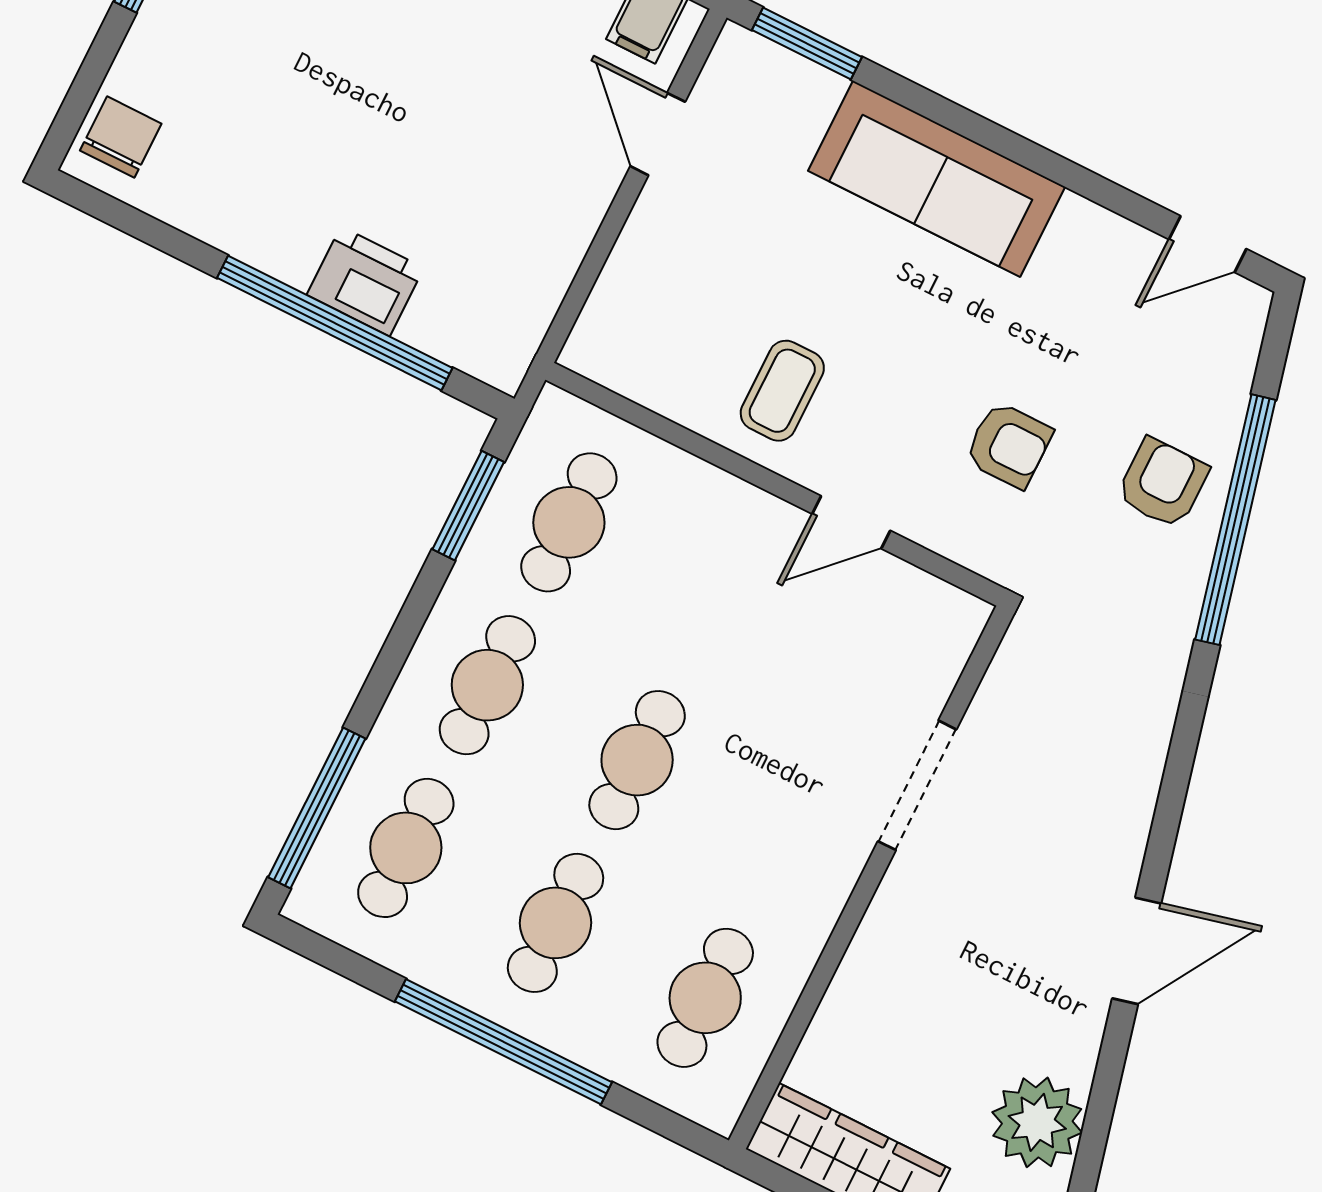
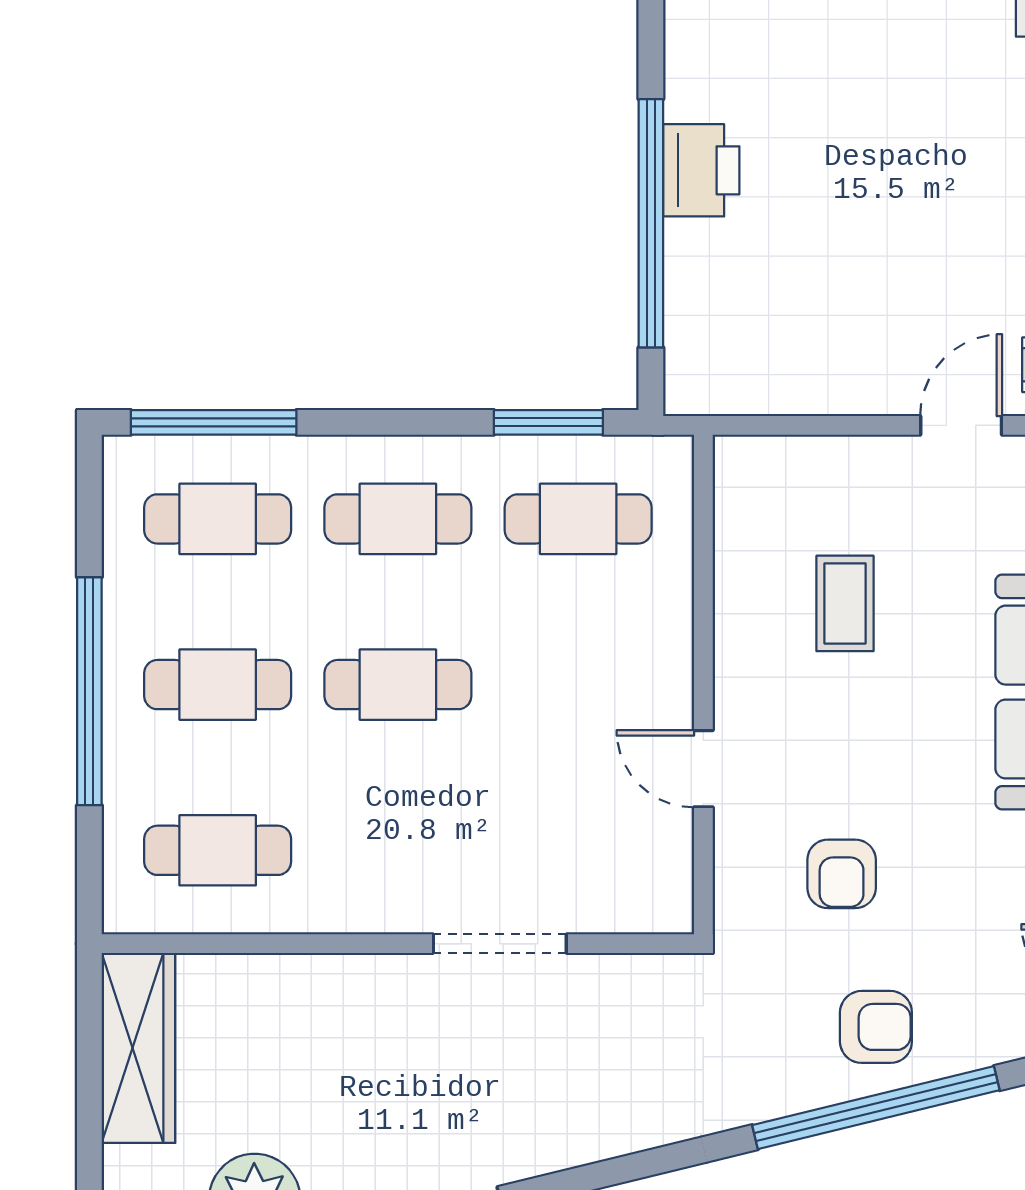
printer: (365, 281) -> (701, 170), moved
coffee table: (782, 391) -> (845, 603), moved, turned 90

